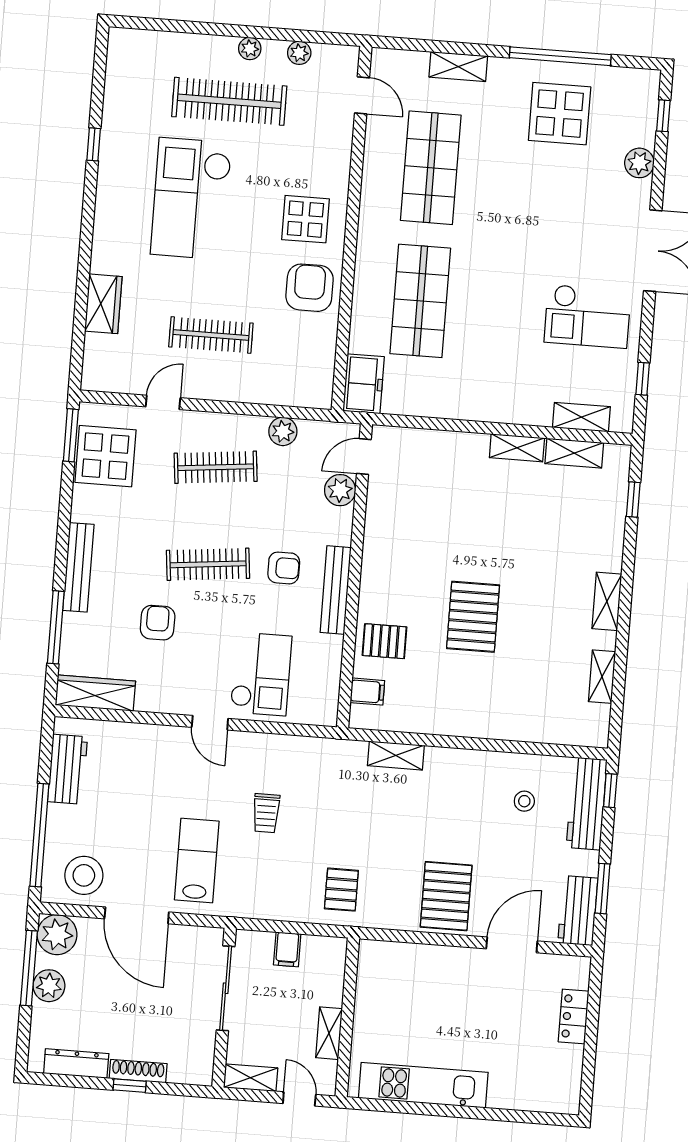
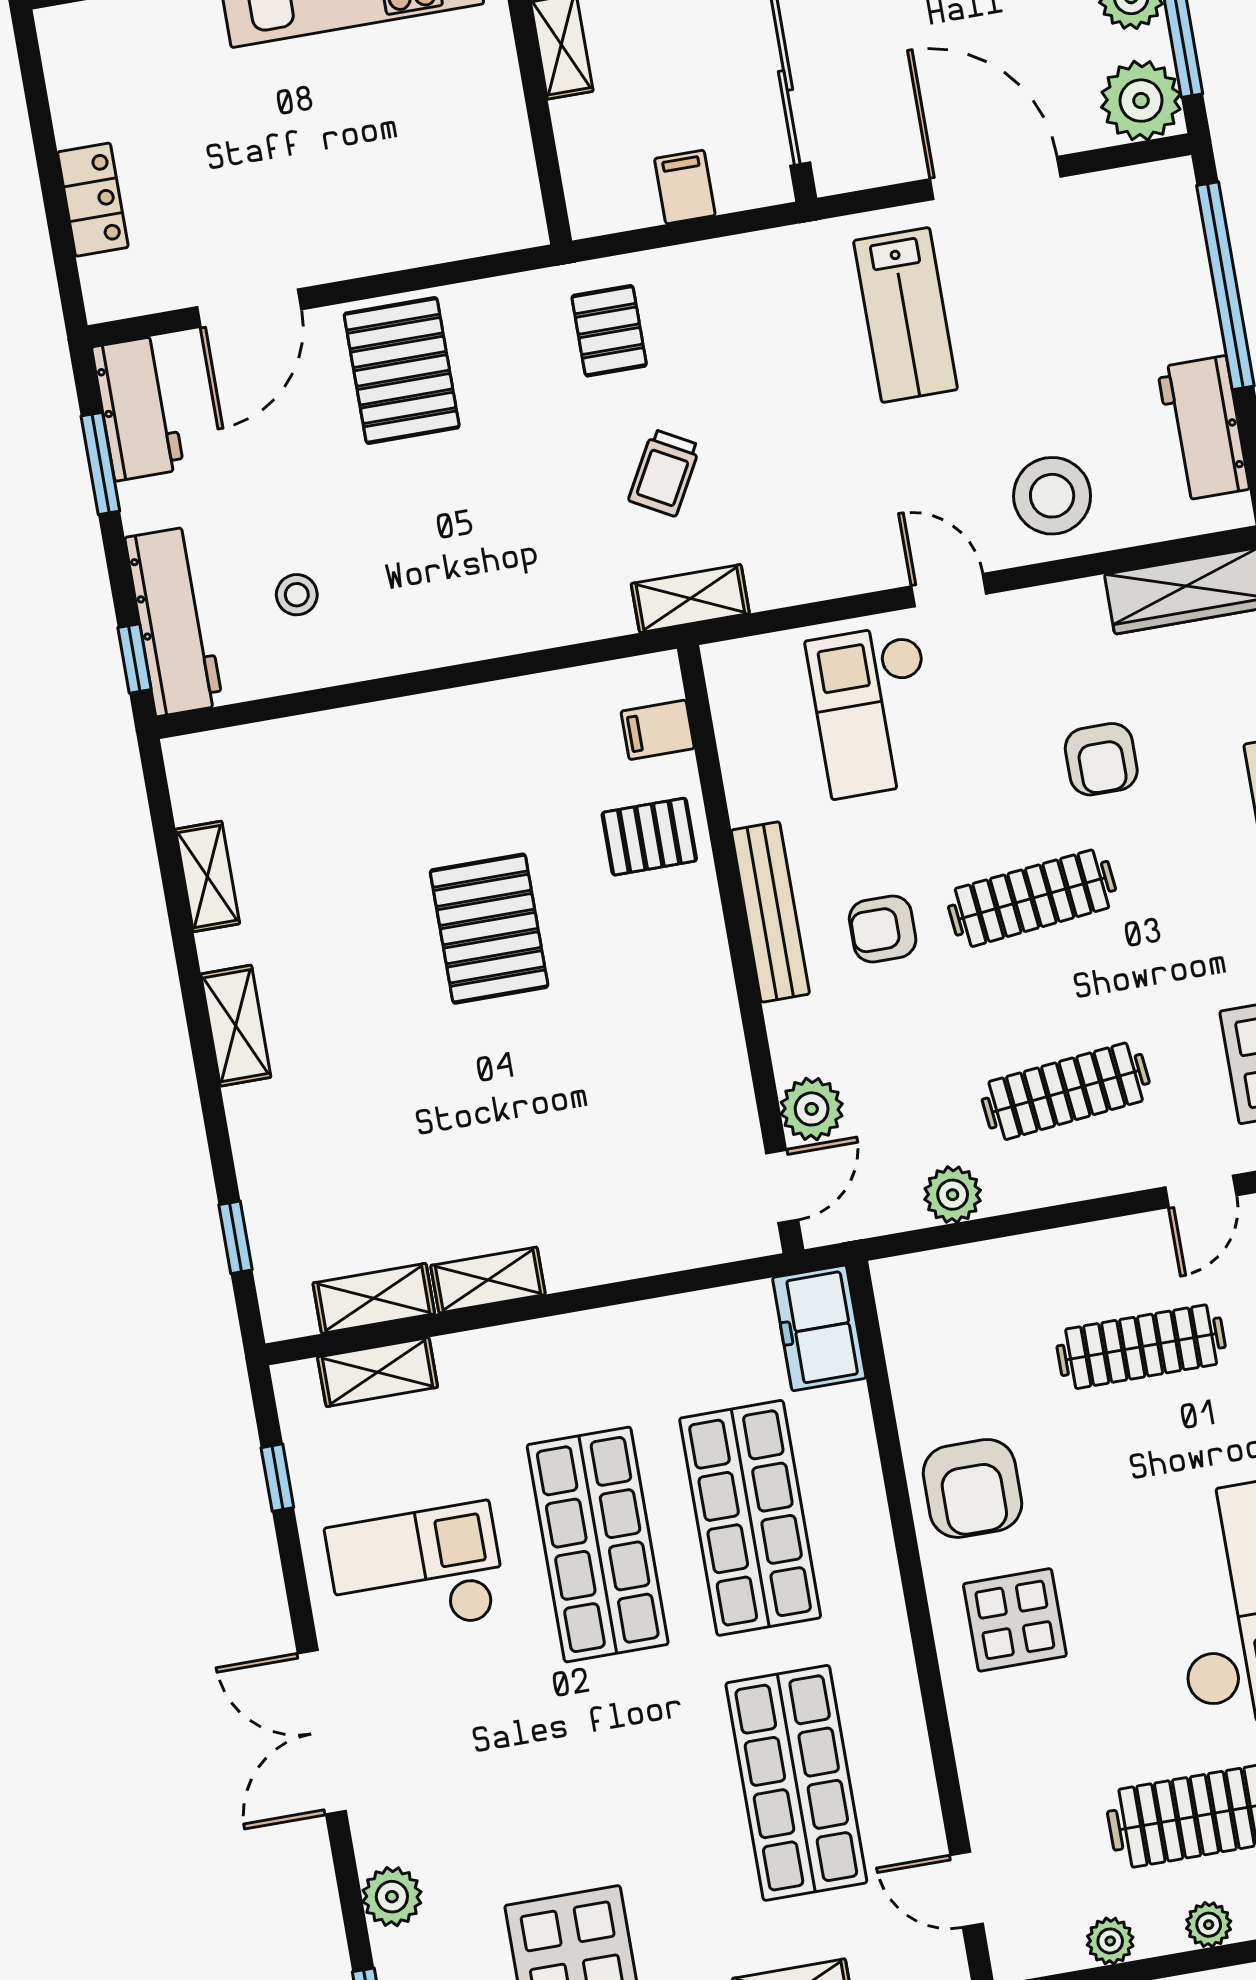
shop shelf: (497, 307) -> (598, 1544), added
shelving: (396, 755) -> (690, 599), moved
trolley: (266, 813) -> (664, 473), moved, turned -151
stool: (84, 875) -> (1052, 496), moved

